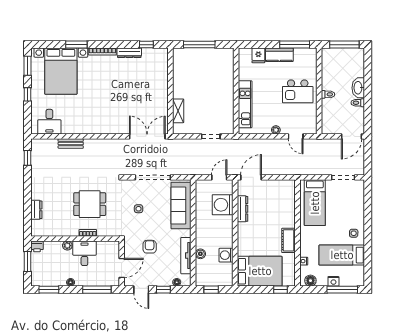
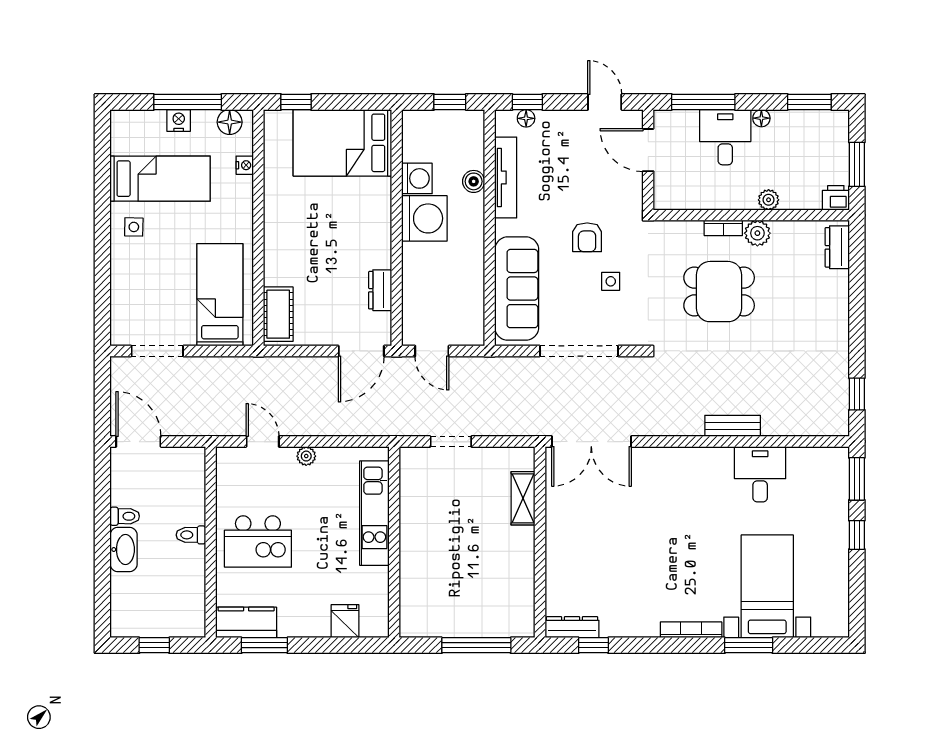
window: (295, 45) -> (264, 645), width x0.69
window: (344, 45) -> (154, 645), width x0.46
dresser: (129, 53) -> (572, 627), moved
kitchen counter: (279, 55) -> (246, 622), moved
window: (28, 66) -> (857, 479), moved
bed with nightstands: (61, 71) -> (767, 586), width x0.73
kitchen island: (298, 91) -> (258, 541), turned 180
desk: (49, 122) -> (760, 474), moved
door: (352, 136) -> (138, 442), hinge flipped
bench: (71, 144) -> (733, 426), moved
door: (219, 177) -> (432, 351), hinge flipped
washing machine: (223, 205) -> (424, 218), moved
dresser: (243, 209) -> (380, 290), width x0.70
dresser: (36, 210) -> (837, 247), moved
plant: (72, 230) -> (757, 233), added
cot: (289, 240) -> (278, 314), moved
armchair: (150, 247) -> (587, 237), moved
desk: (84, 253) -> (725, 137), moved, turned 180
door: (122, 268) -> (648, 150), hinge flipped
window: (163, 290) -> (527, 102), moved
window: (342, 290) -> (188, 102), moved

